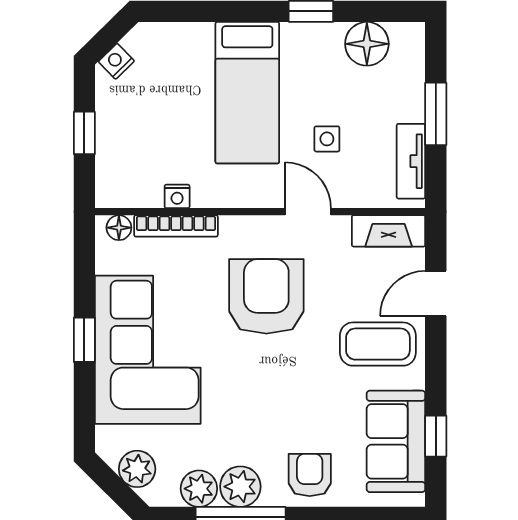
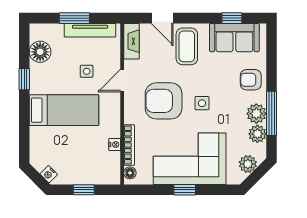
tv unit: (411, 161) -> (90, 30), width x1.41
side table: (262, 375) -> (202, 103), added

